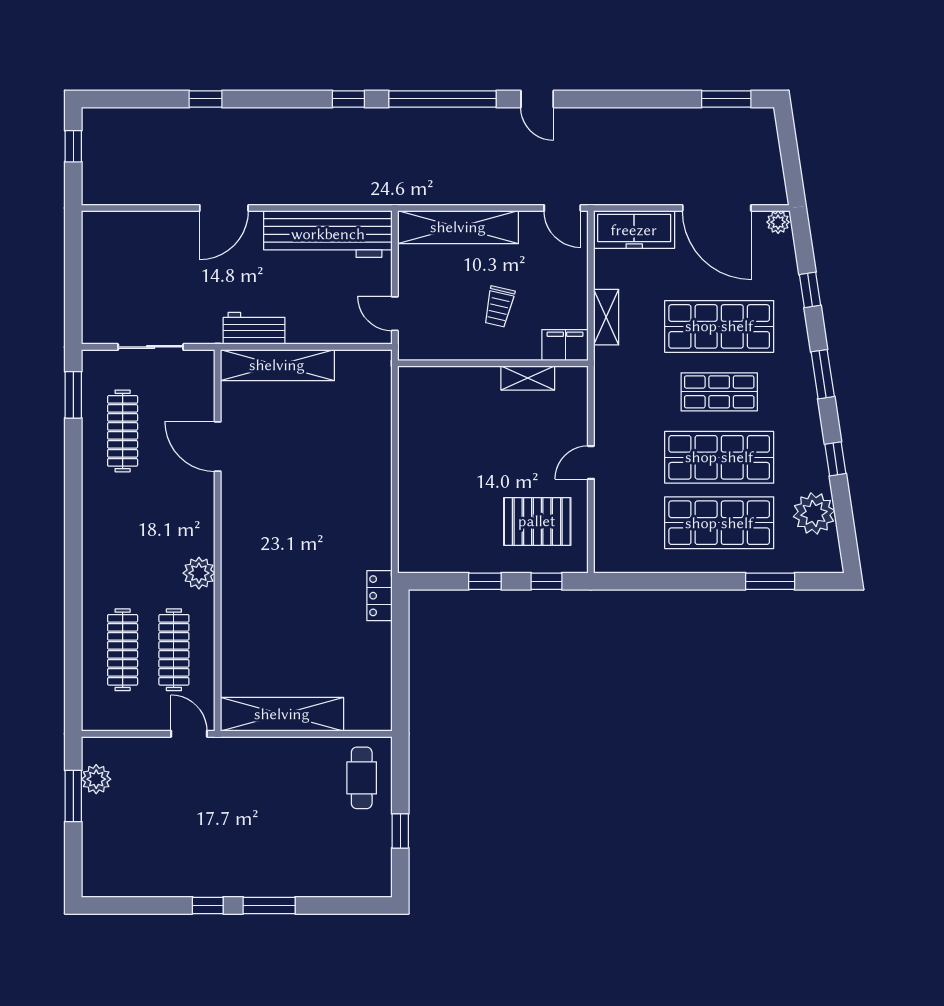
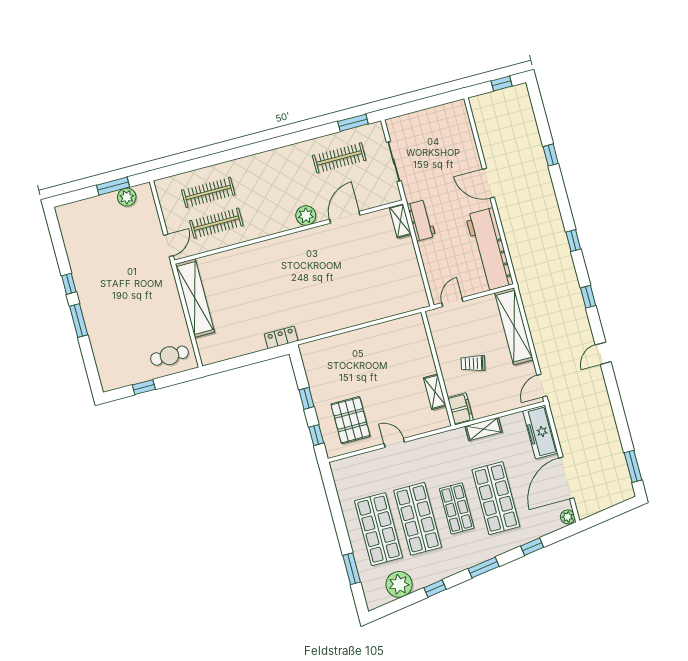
window: (443, 99) -> (588, 297), width x0.32
shelving: (277, 365) -> (400, 221), width x0.45, depth x0.75
plant: (199, 573) -> (306, 216), moved

